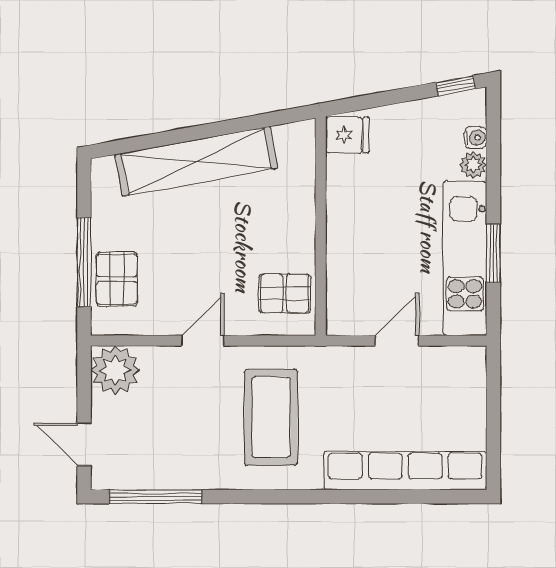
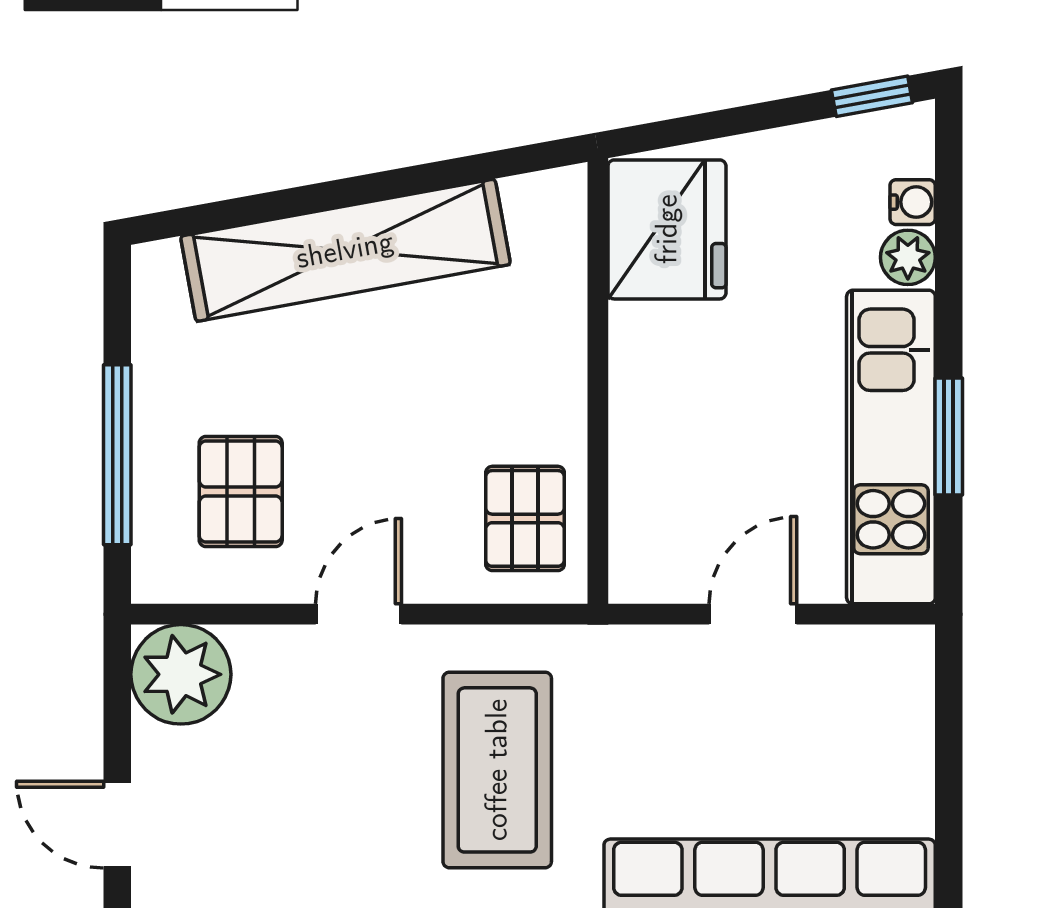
fridge: (347, 135) -> (667, 229), width x1.88, depth x1.34
pallet: (117, 279) -> (241, 492), moved
pallet: (285, 293) -> (525, 518), turned 90

